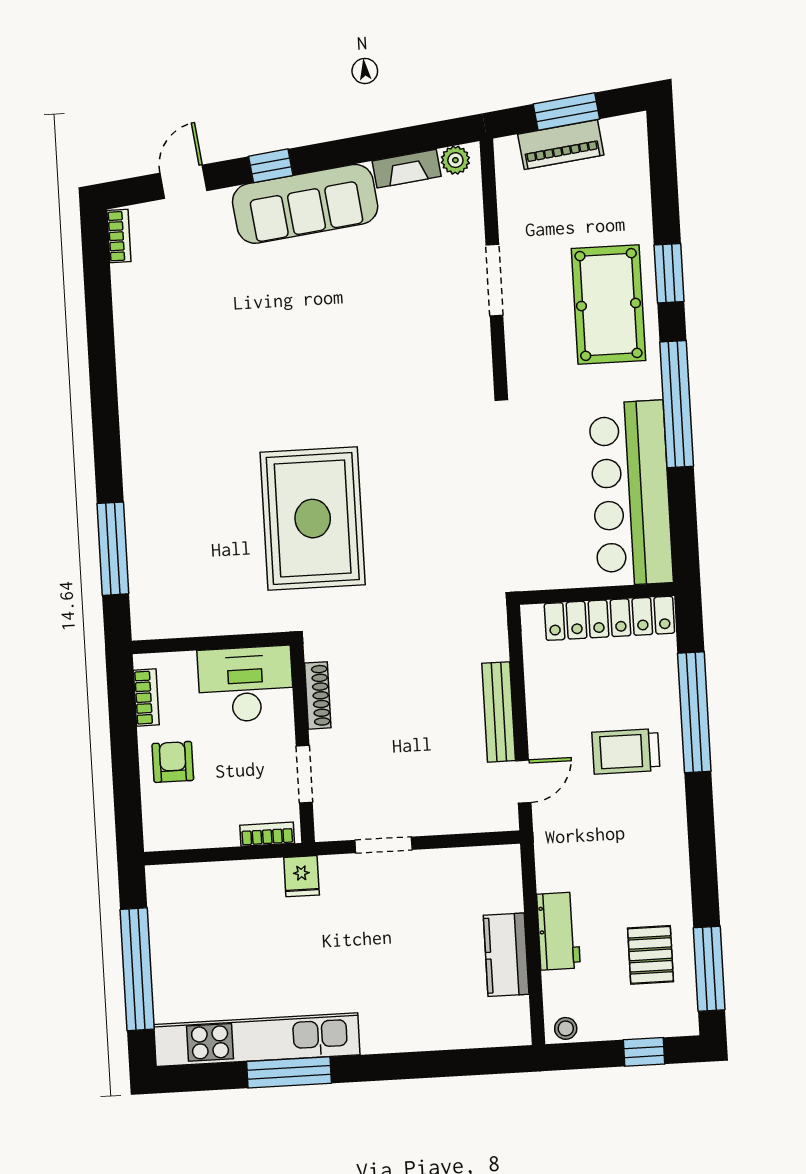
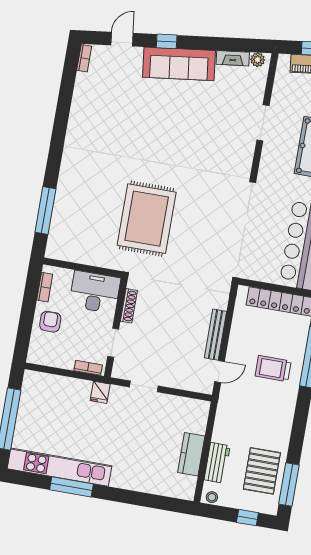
workbench: (558, 931) -> (217, 463), moved
pallet: (651, 955) -> (262, 471), width x1.50, depth x1.42

